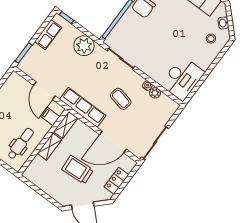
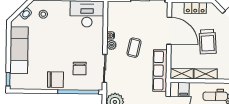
chair: (138, 36) -> (80, 68), added
plant: (155, 93) -> (112, 45), moved

